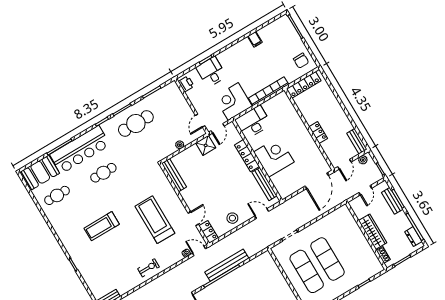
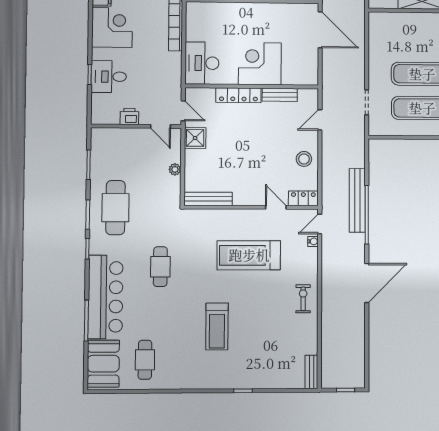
printer: (186, 84) -> (129, 116), moved
corner desk: (233, 102) -> (112, 28), moved, turned 180
cafe table: (103, 173) -> (160, 267), moved
bench: (265, 184) -> (280, 95), width x0.73

